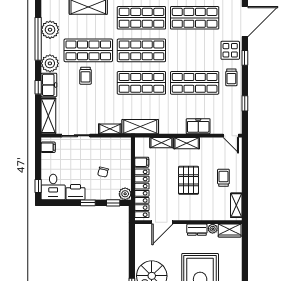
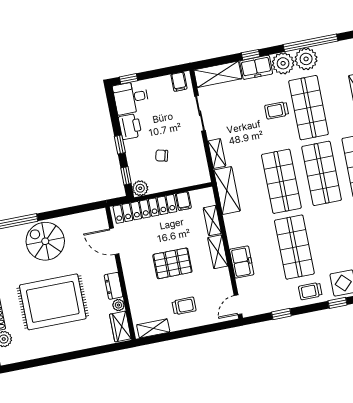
plant: (50, 30) -> (306, 59), moved

